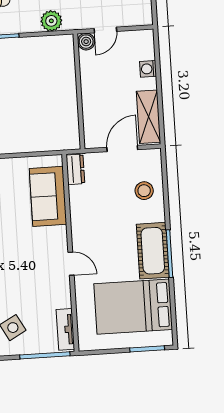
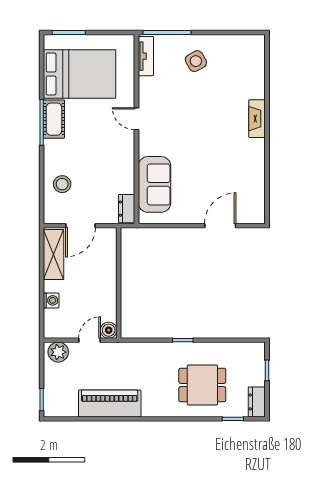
plant: (51, 21) -> (58, 352), moved
cot: (153, 251) -> (54, 119), width x0.73, depth x0.75

